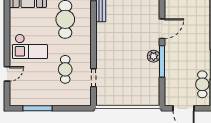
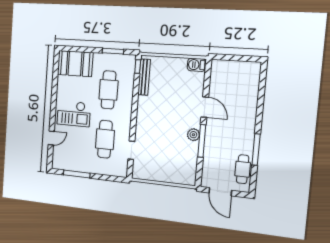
door: (162, 29) -> (205, 107), hinge flipped
cafe table: (65, 69) -> (105, 139), width x1.37, depth x1.35

